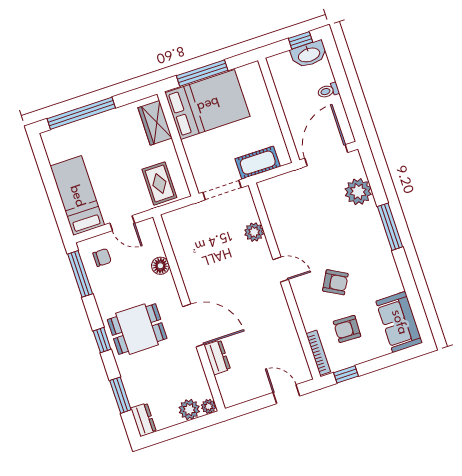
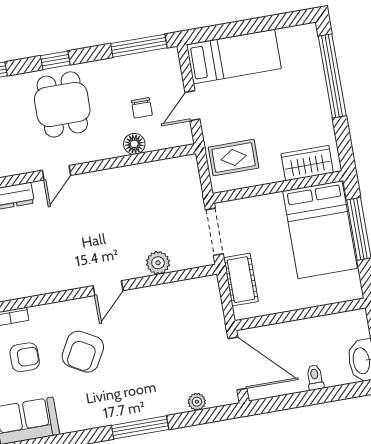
plant: (358, 192) -> (197, 402), width x0.53, depth x0.53
chair: (102, 257) -> (142, 108), moved
armchair: (335, 282) -> (83, 352), width x1.38, depth x1.38
door: (193, 325) -> (57, 173), width x0.53
armchair: (347, 329) -> (25, 357), turned 88

